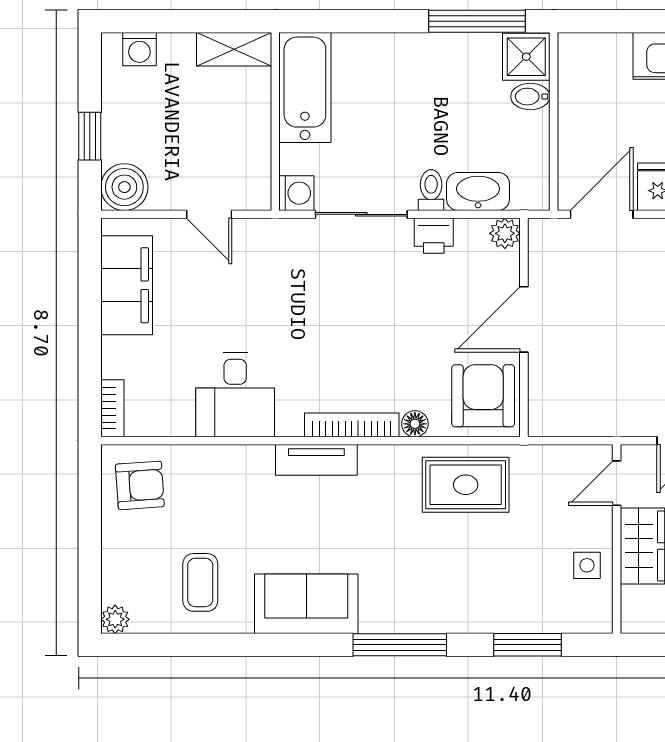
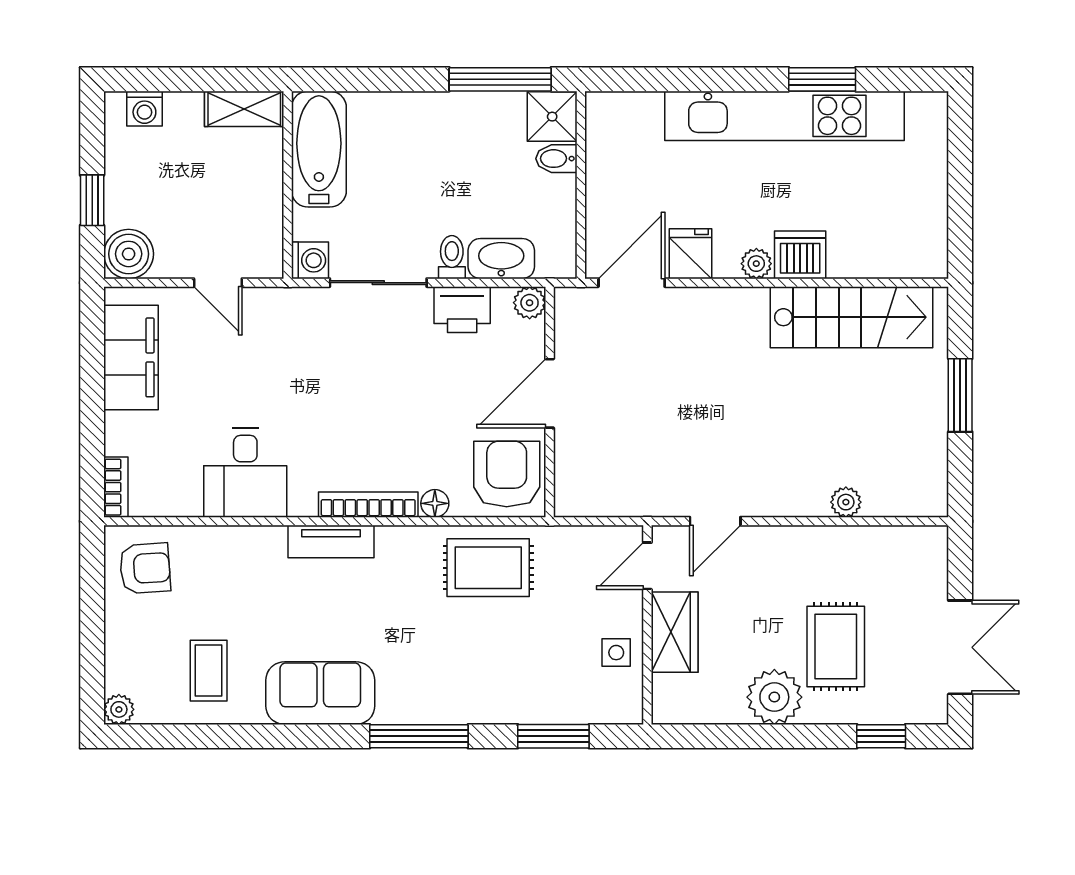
printer: (434, 236) -> (462, 310), width x1.36, depth x1.24

